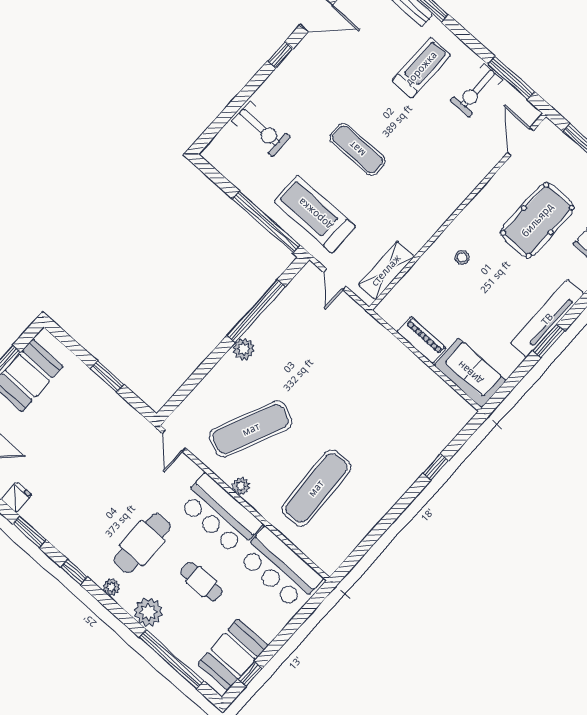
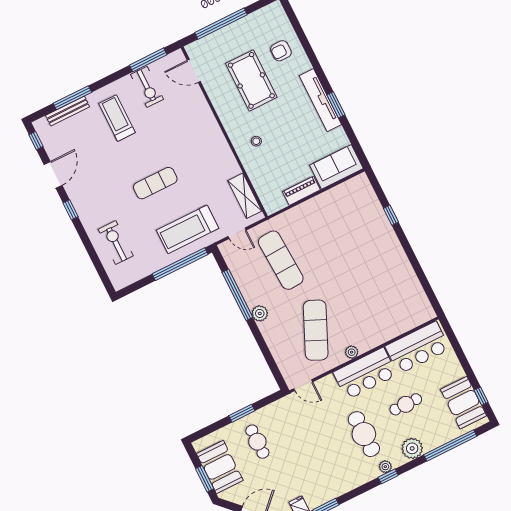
exercise bike: (262, 129) -> (116, 242), turned -90
cafe table: (79, 411) -> (257, 442), added
exercise mat: (316, 488) -> (281, 260), moved
window: (74, 572) -> (388, 476), moved

